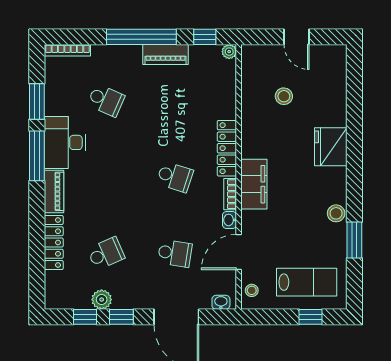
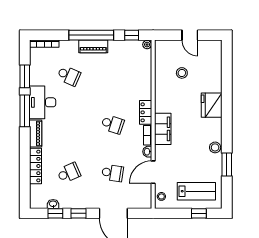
piano: (165, 54) -> (93, 46), moved
locker: (227, 148) -> (146, 112), width x0.66
plant: (102, 300) -> (66, 202), removed
washbasin: (221, 302) -> (53, 204), moved

